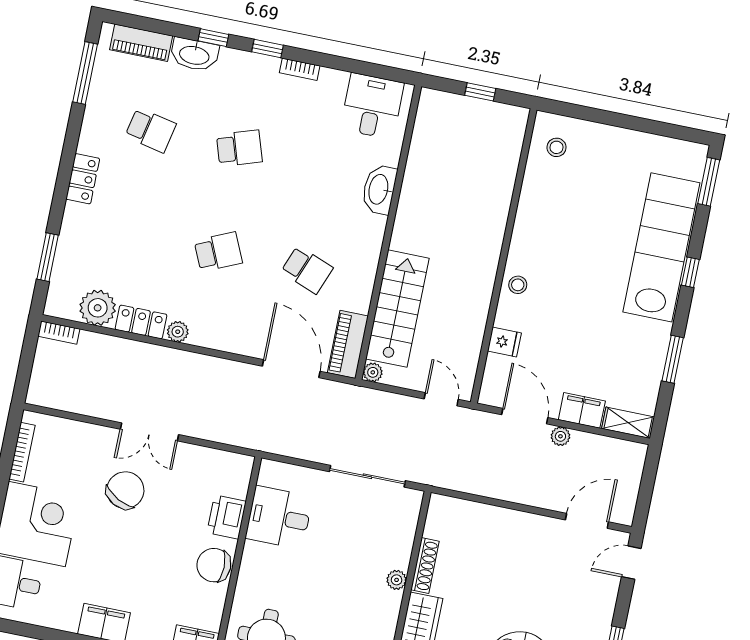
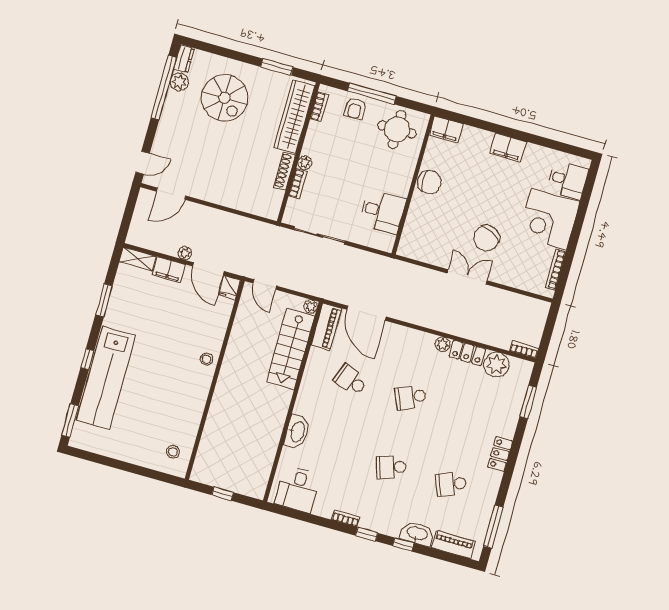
school desk: (151, 130) -> (451, 484), turned -33
fridge: (504, 342) -> (230, 287), moved, turned -90
printer: (227, 517) -> (418, 214), removed
bookcase: (405, 549) -> (298, 184), added

